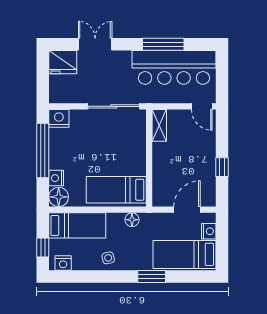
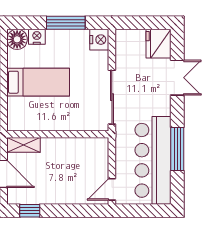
shelving: (159, 125) -> (24, 145), moved
window: (43, 150) -> (66, 23), width x0.68
window: (222, 167) -> (30, 211), moved
bed: (116, 190) -> (38, 82), moved, turned 90

